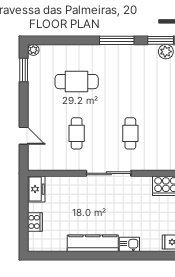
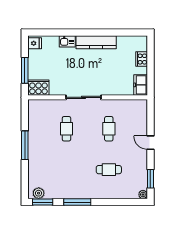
cafe table: (77, 82) -> (109, 170), width x0.73, depth x0.74
door: (24, 136) -> (150, 143), moved

